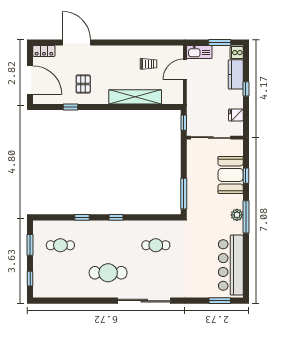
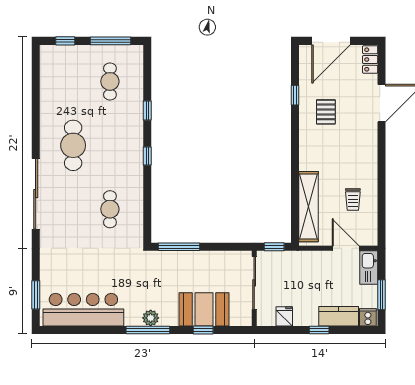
pallet: (83, 84) -> (326, 112), turned 90
shelving: (135, 97) -> (309, 207), moved
window: (30, 245) -> (110, 41), width x1.44

